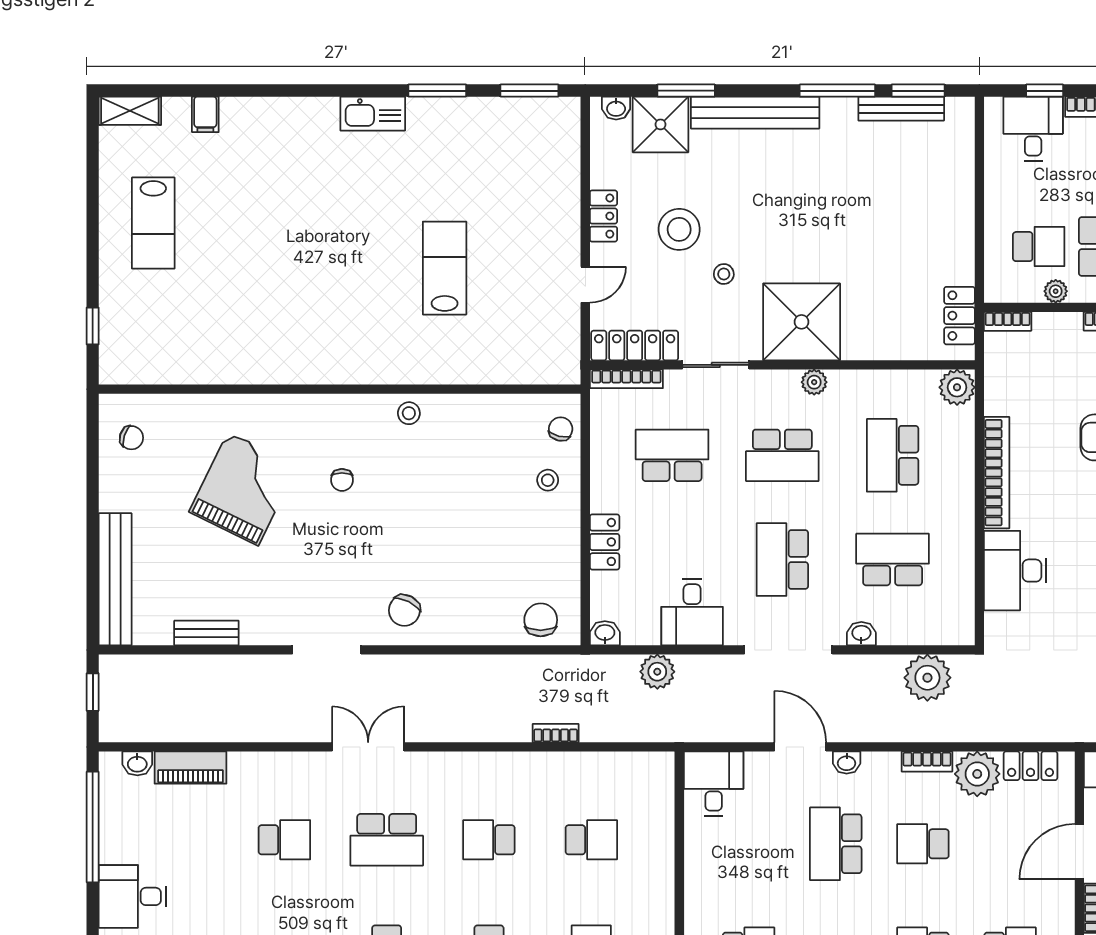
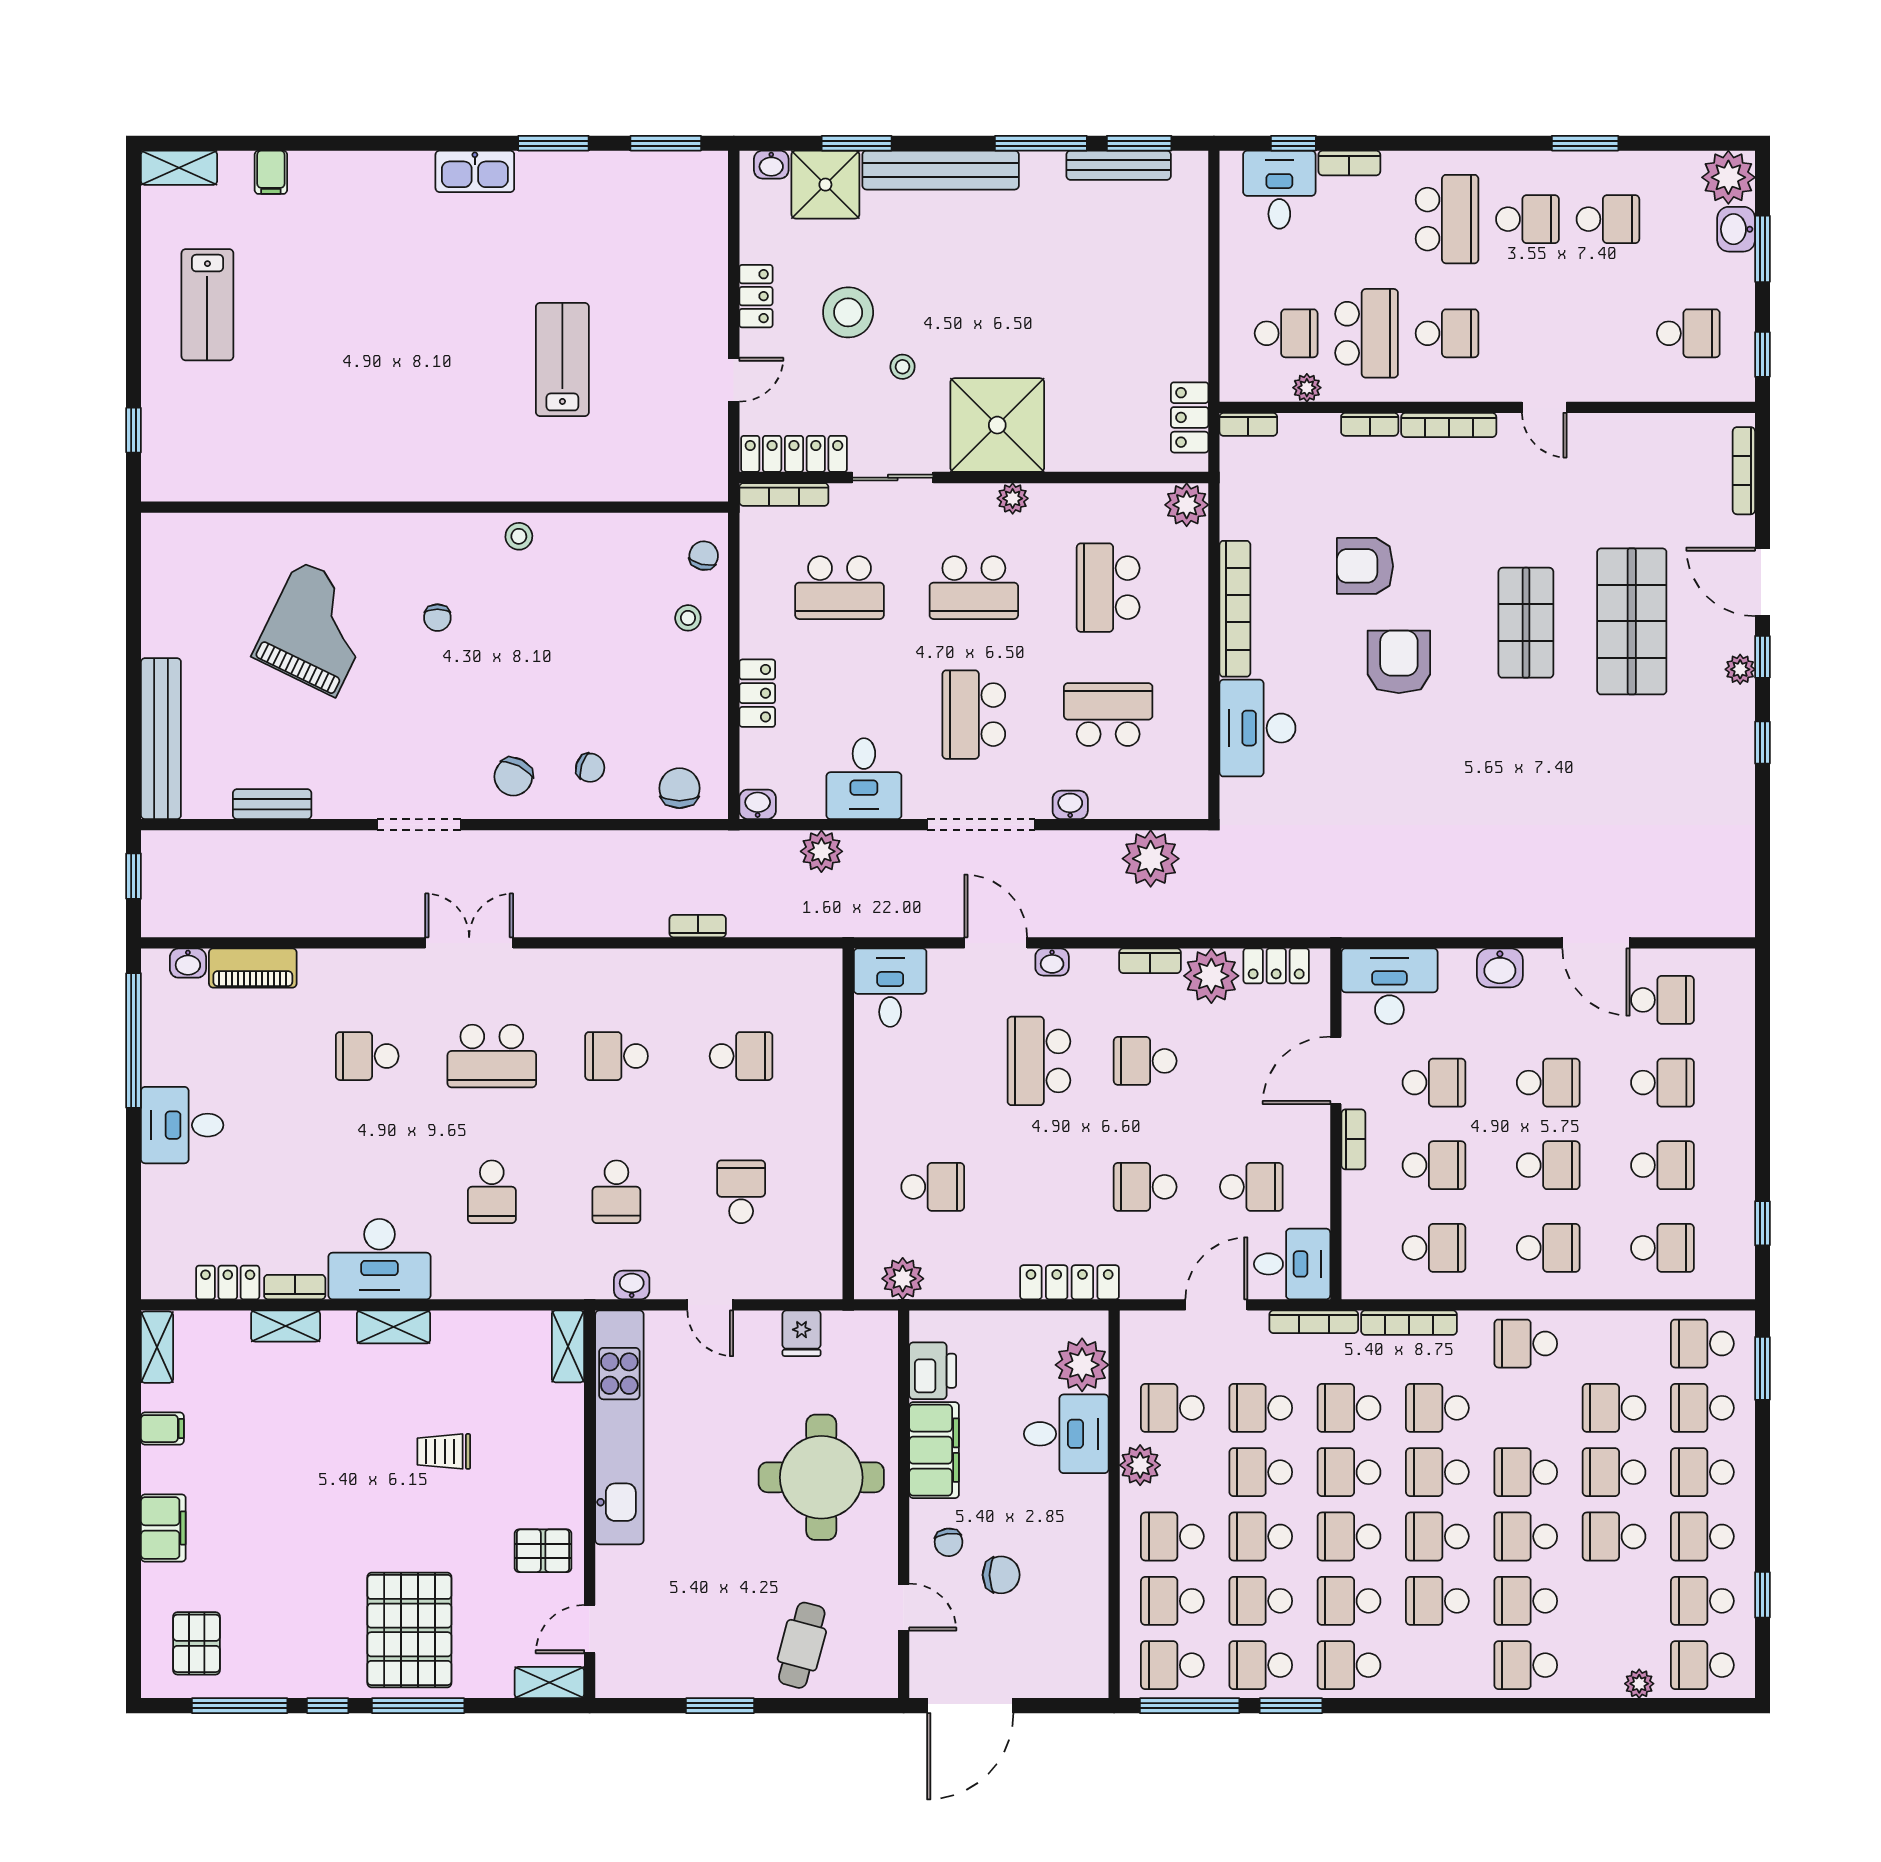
chair: (131, 438) -> (590, 768), moved
school desk: (672, 455) -> (840, 588), turned 180
school desk: (284, 840) -> (367, 1056), turned 180

